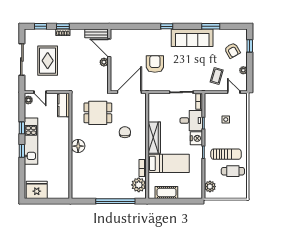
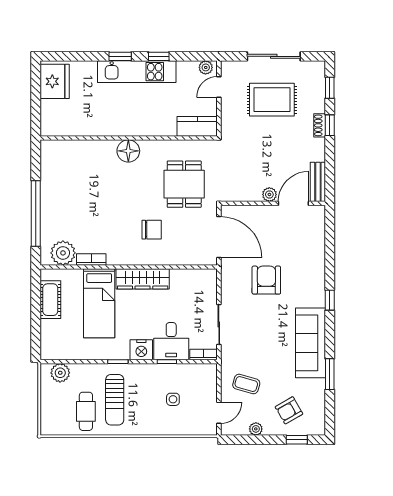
armchair: (155, 64) -> (266, 280), turned -90

